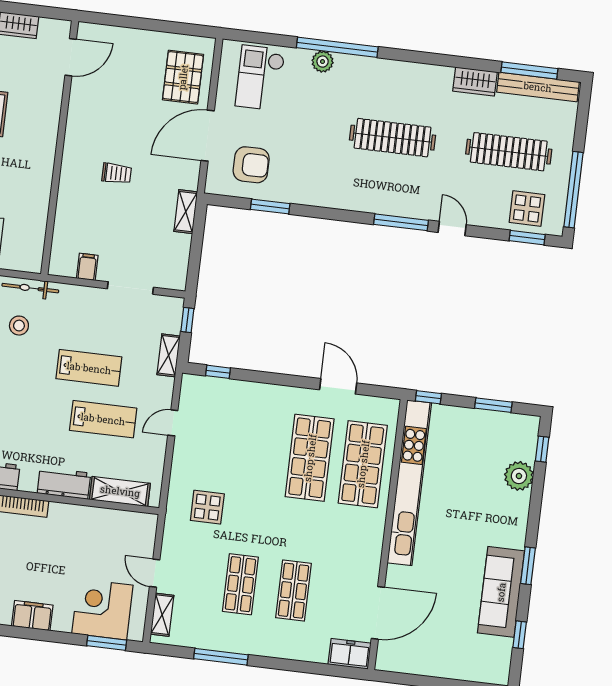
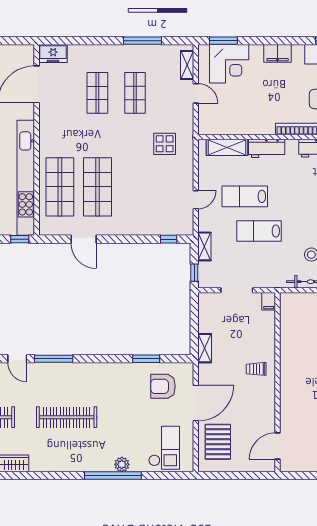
door: (71, 57) -> (278, 446), moved
wall: (60, 148) -> (278, 382), moved

